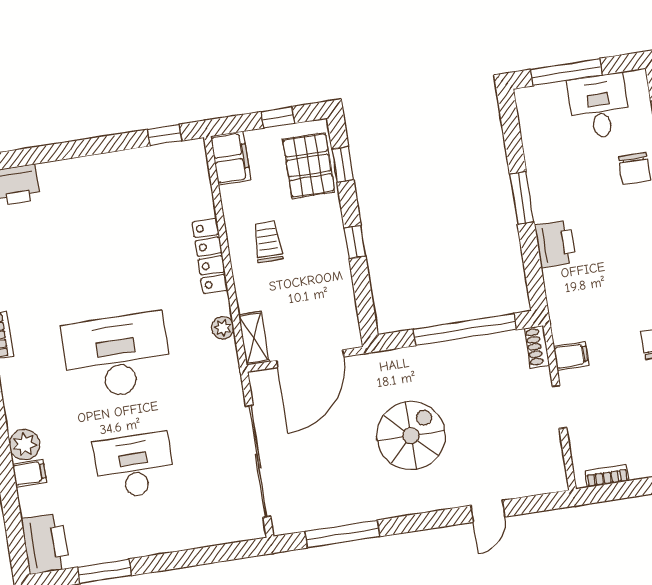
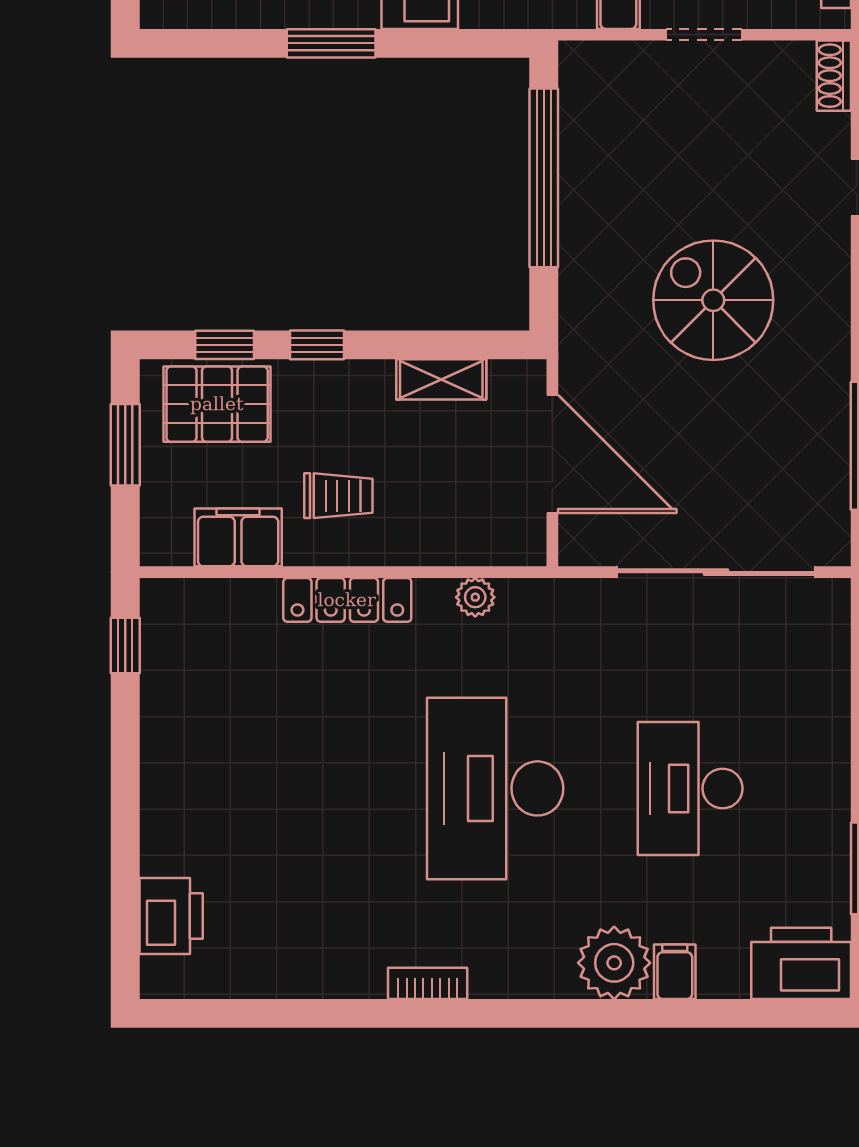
window: (278, 117) -> (125, 445), width x1.50
filing cabinet: (231, 158) -> (238, 537), moved
trolley: (268, 242) -> (338, 496), turned 180
window: (355, 242) -> (317, 345), moved
shelving: (254, 338) -> (441, 379), moved
shoe rack: (537, 347) -> (834, 76), moved, turned 90
plant: (25, 445) -> (614, 963), width x1.36, depth x1.36

